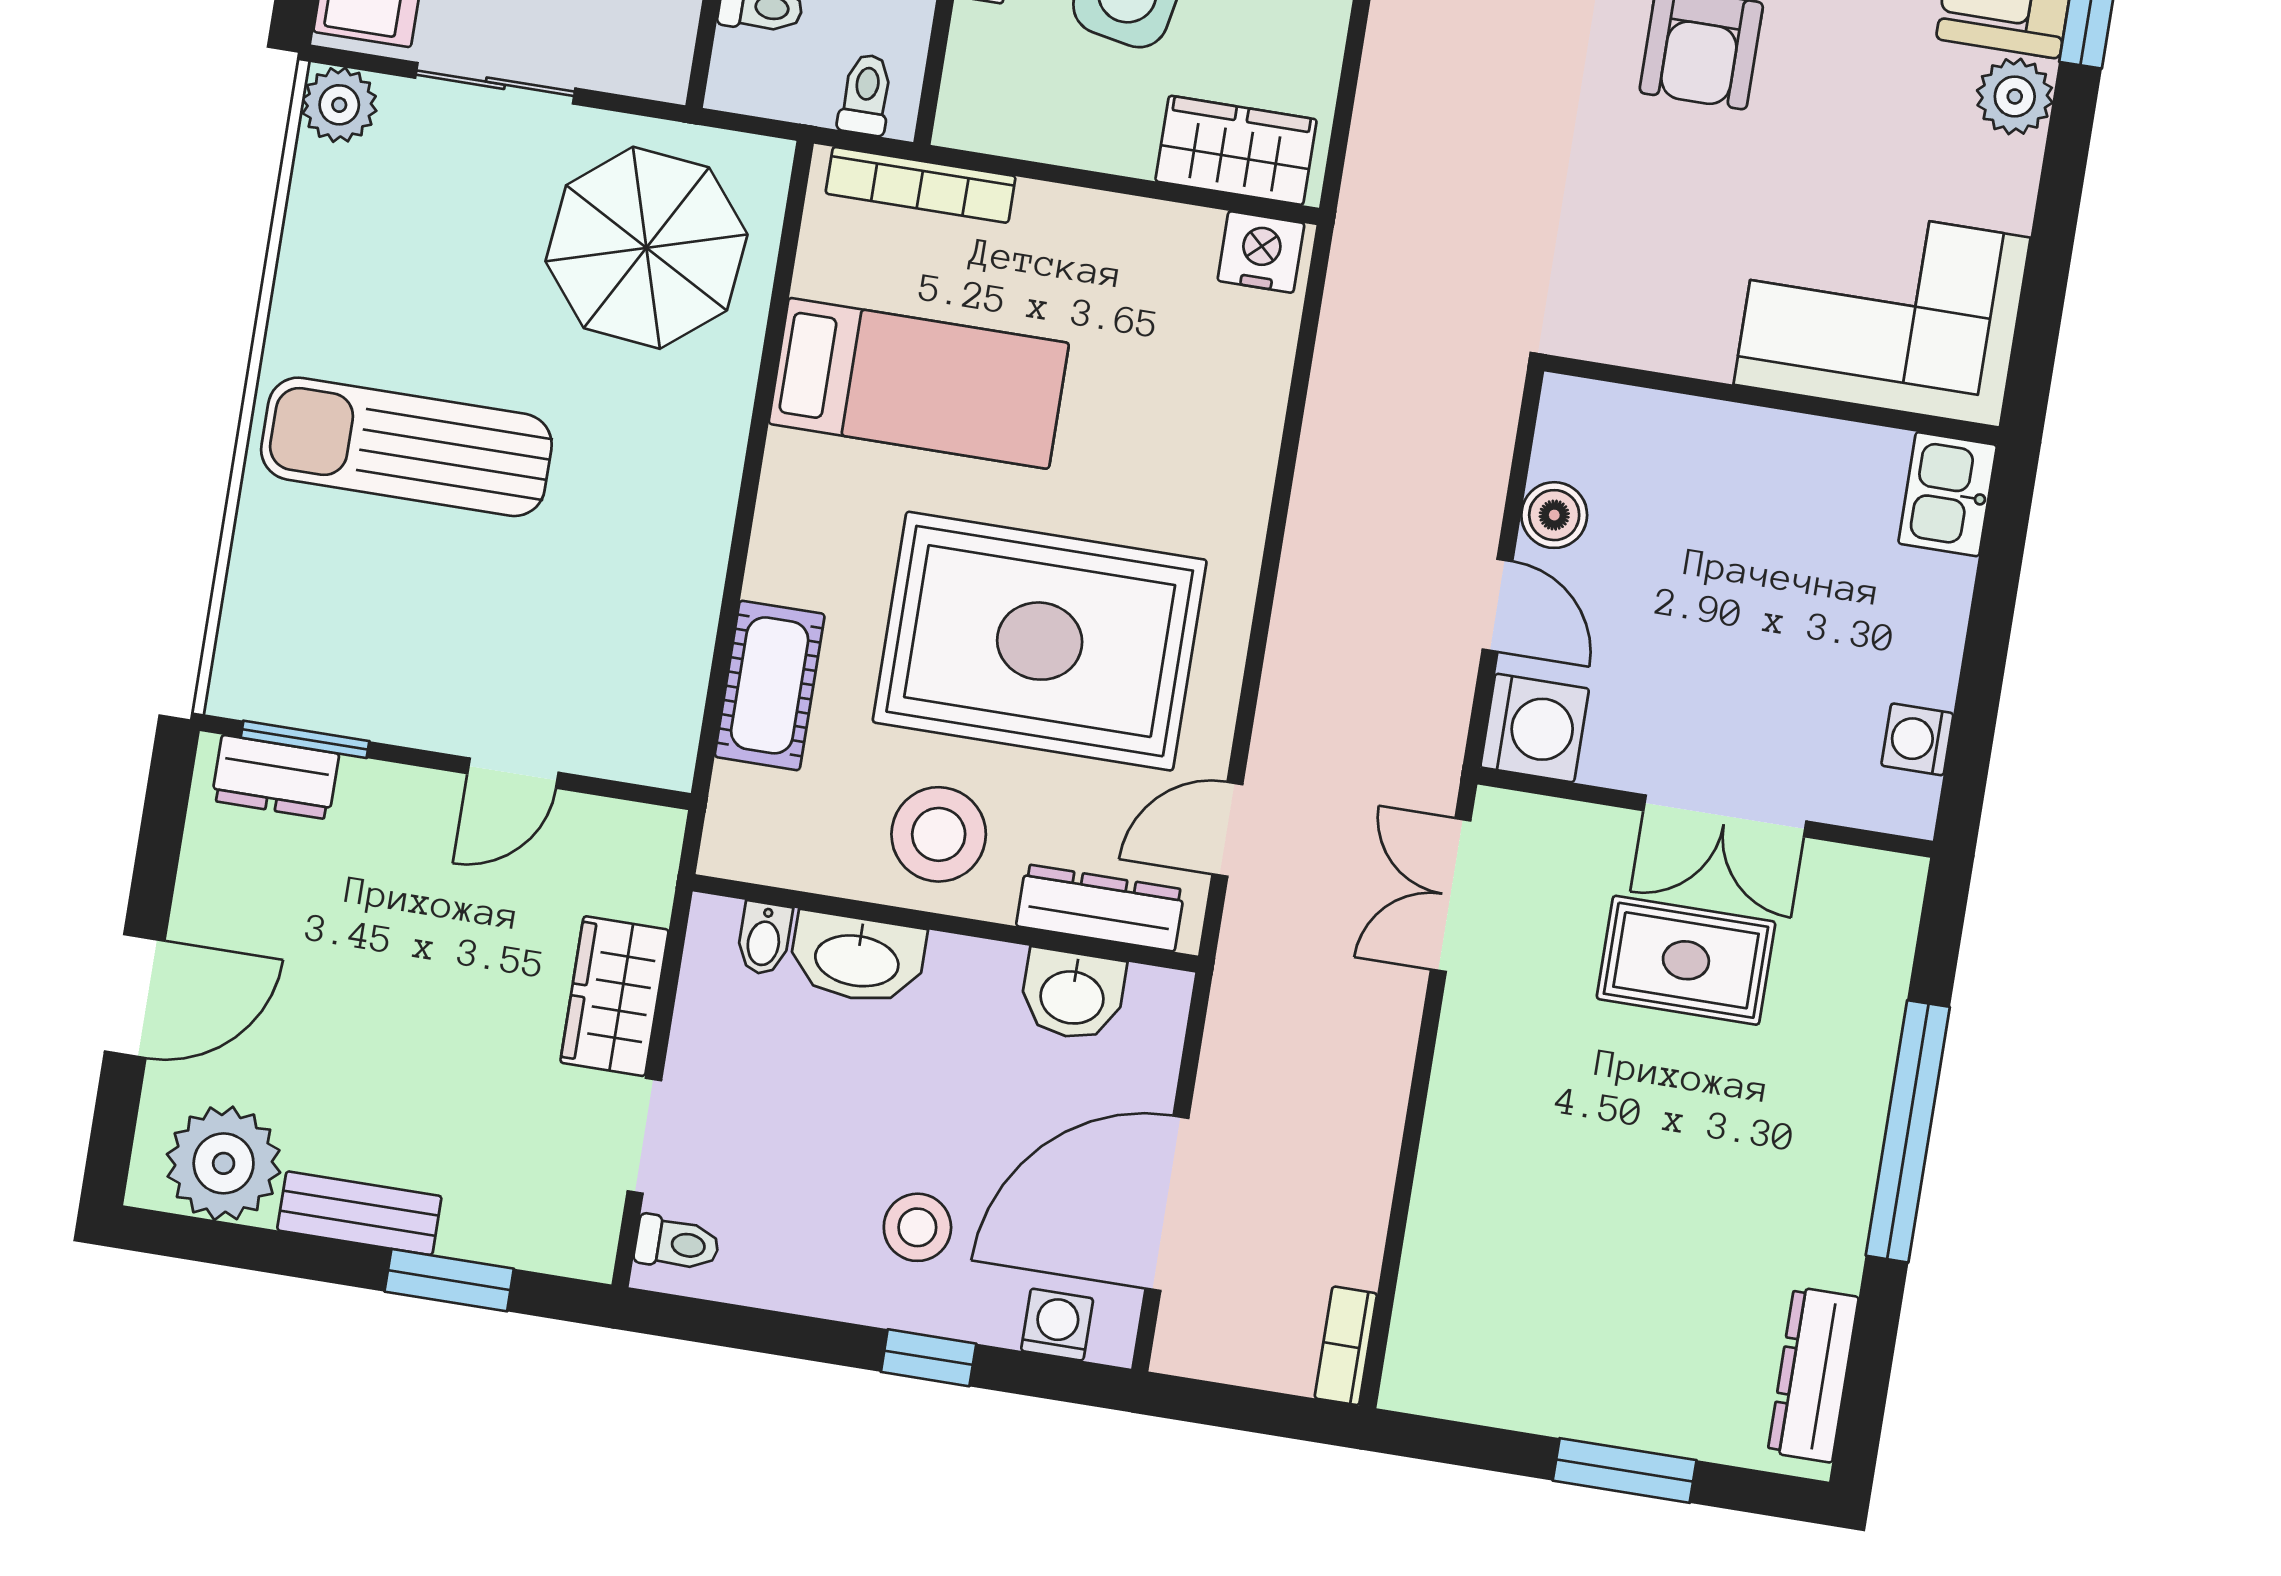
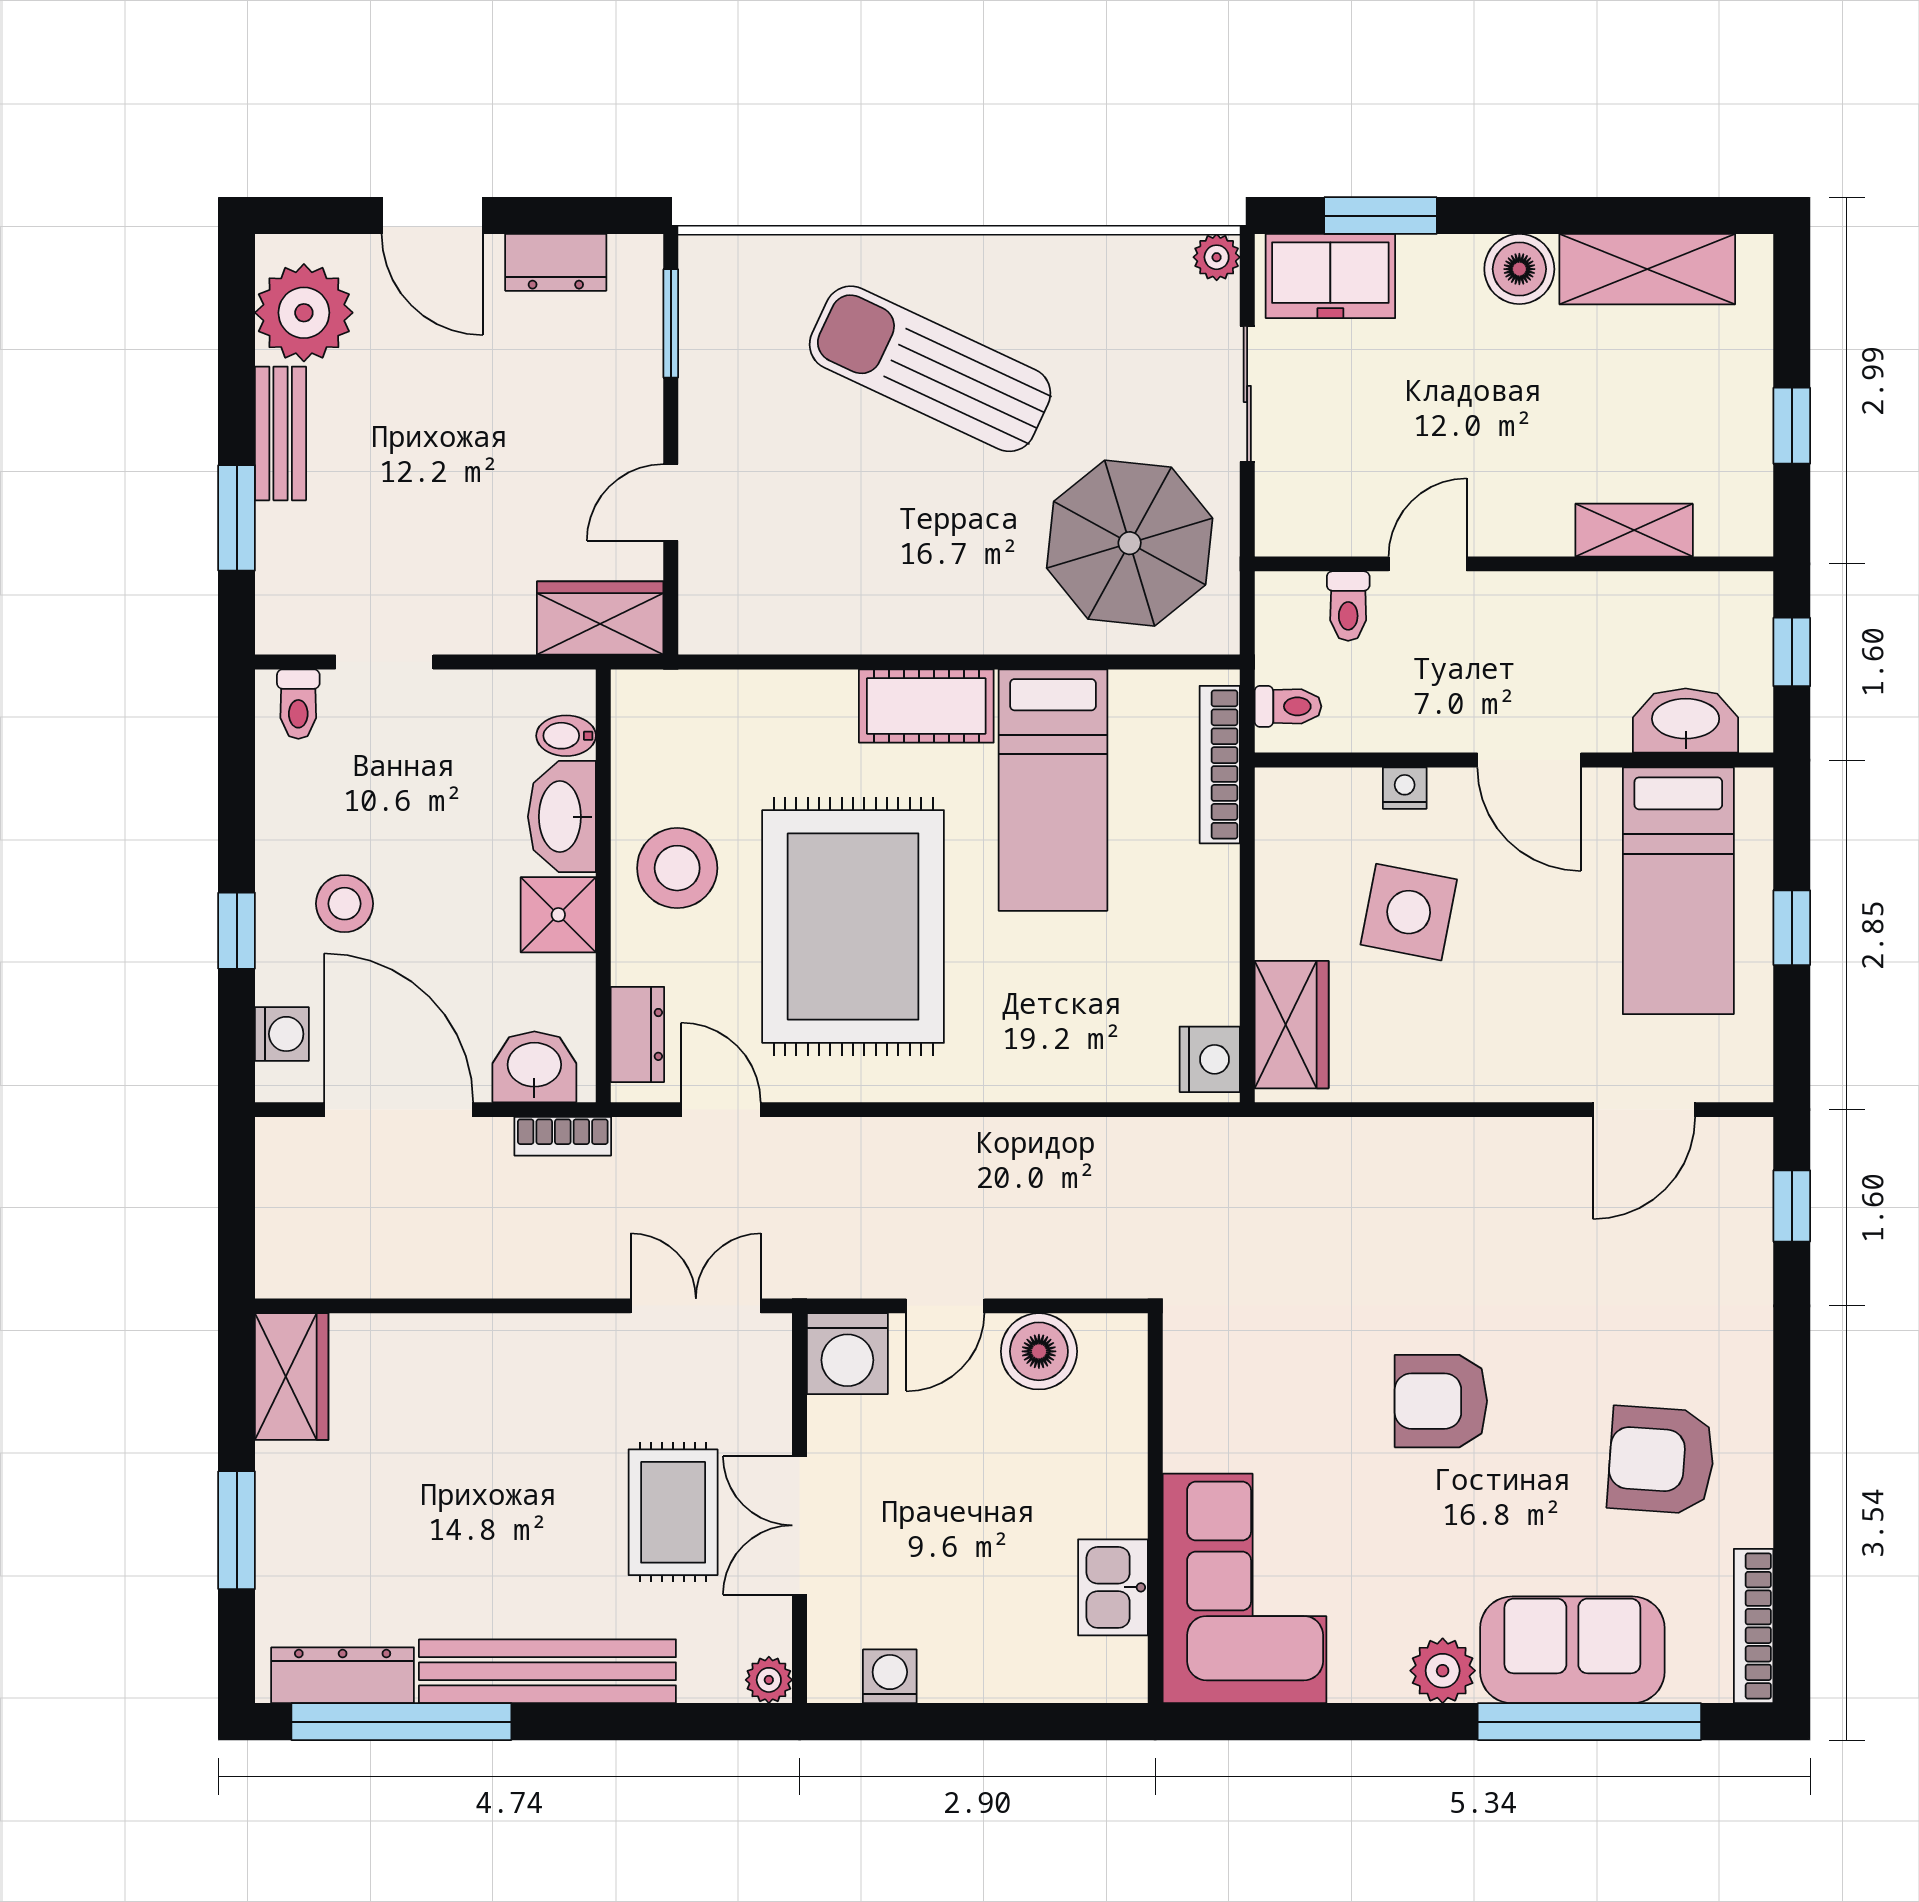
plant: (339, 105) -> (1217, 257), width x0.73, depth x0.73
sun lounger: (406, 447) -> (930, 369), turned -65
kitchen sink: (1948, 494) -> (1113, 1587), moved, turned -90
boiler: (1554, 515) -> (1039, 1351), width x1.36, depth x1.36
cot: (770, 685) -> (926, 706), moved
door: (513, 773) -> (671, 502), hinge flipped
dresser: (275, 777) -> (556, 262), moved, turned -90
plant: (1899, 881) -> (769, 1680), added
dresser: (1100, 908) -> (637, 1034), width x0.70
shower: (971, 981) -> (558, 915), added
washbasin: (1072, 995) -> (534, 1067), moved, turned 90
wardrobe: (614, 996) -> (600, 618), moved
window: (1908, 1131) -> (401, 1722), moved
bench: (1847, 1136) -> (547, 1671), added
bookcase: (1346, 1346) -> (563, 1136), moved, turned 180
wardrobe: (1457, 1378) -> (292, 1377), added

